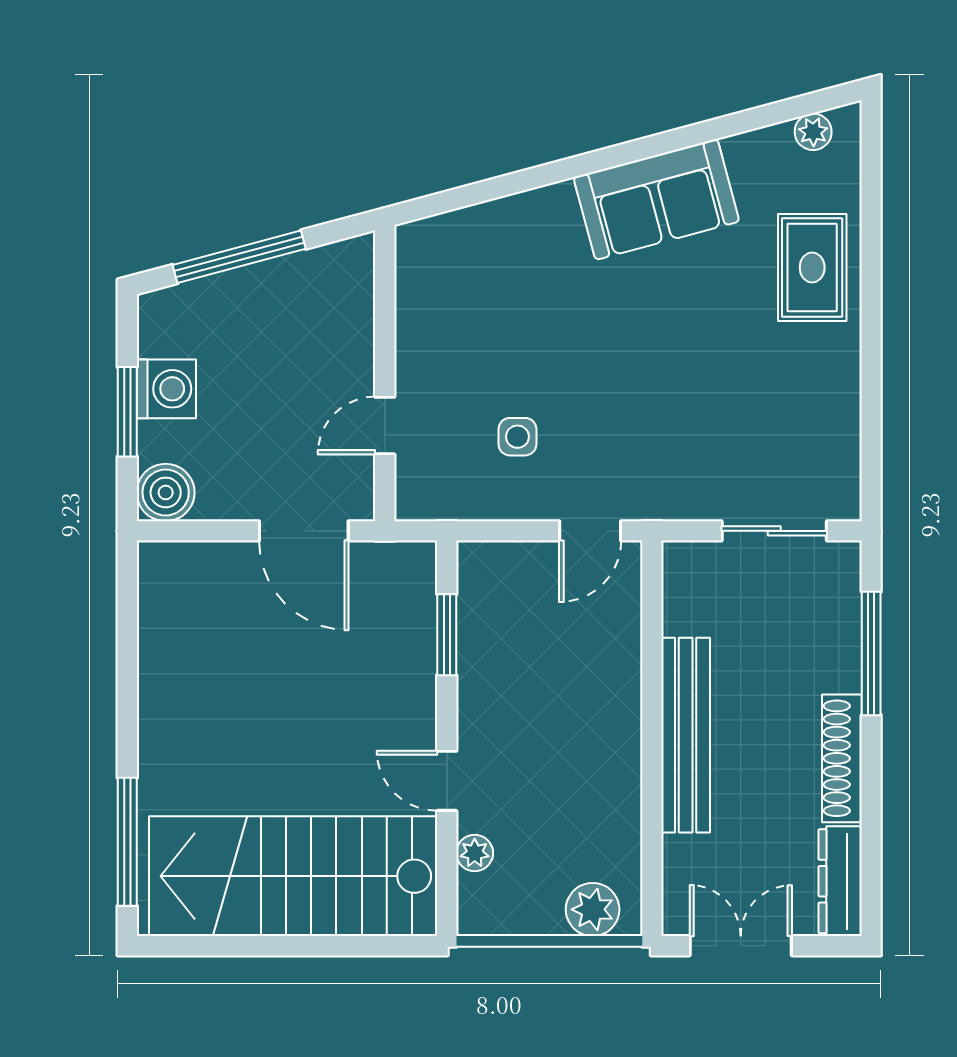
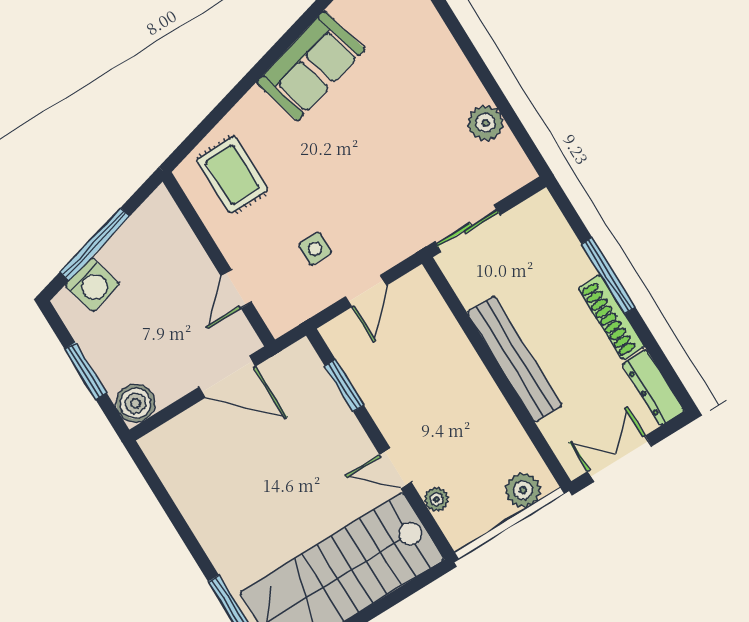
rug: (812, 268) -> (232, 175), moved
washing machine: (166, 389) -> (92, 285), moved, turned 75
plant: (835, 410) -> (485, 123), added
door: (590, 531) -> (366, 291), moved
sliding door: (774, 531) -> (468, 228), moved
window: (871, 653) -> (608, 276), moved

